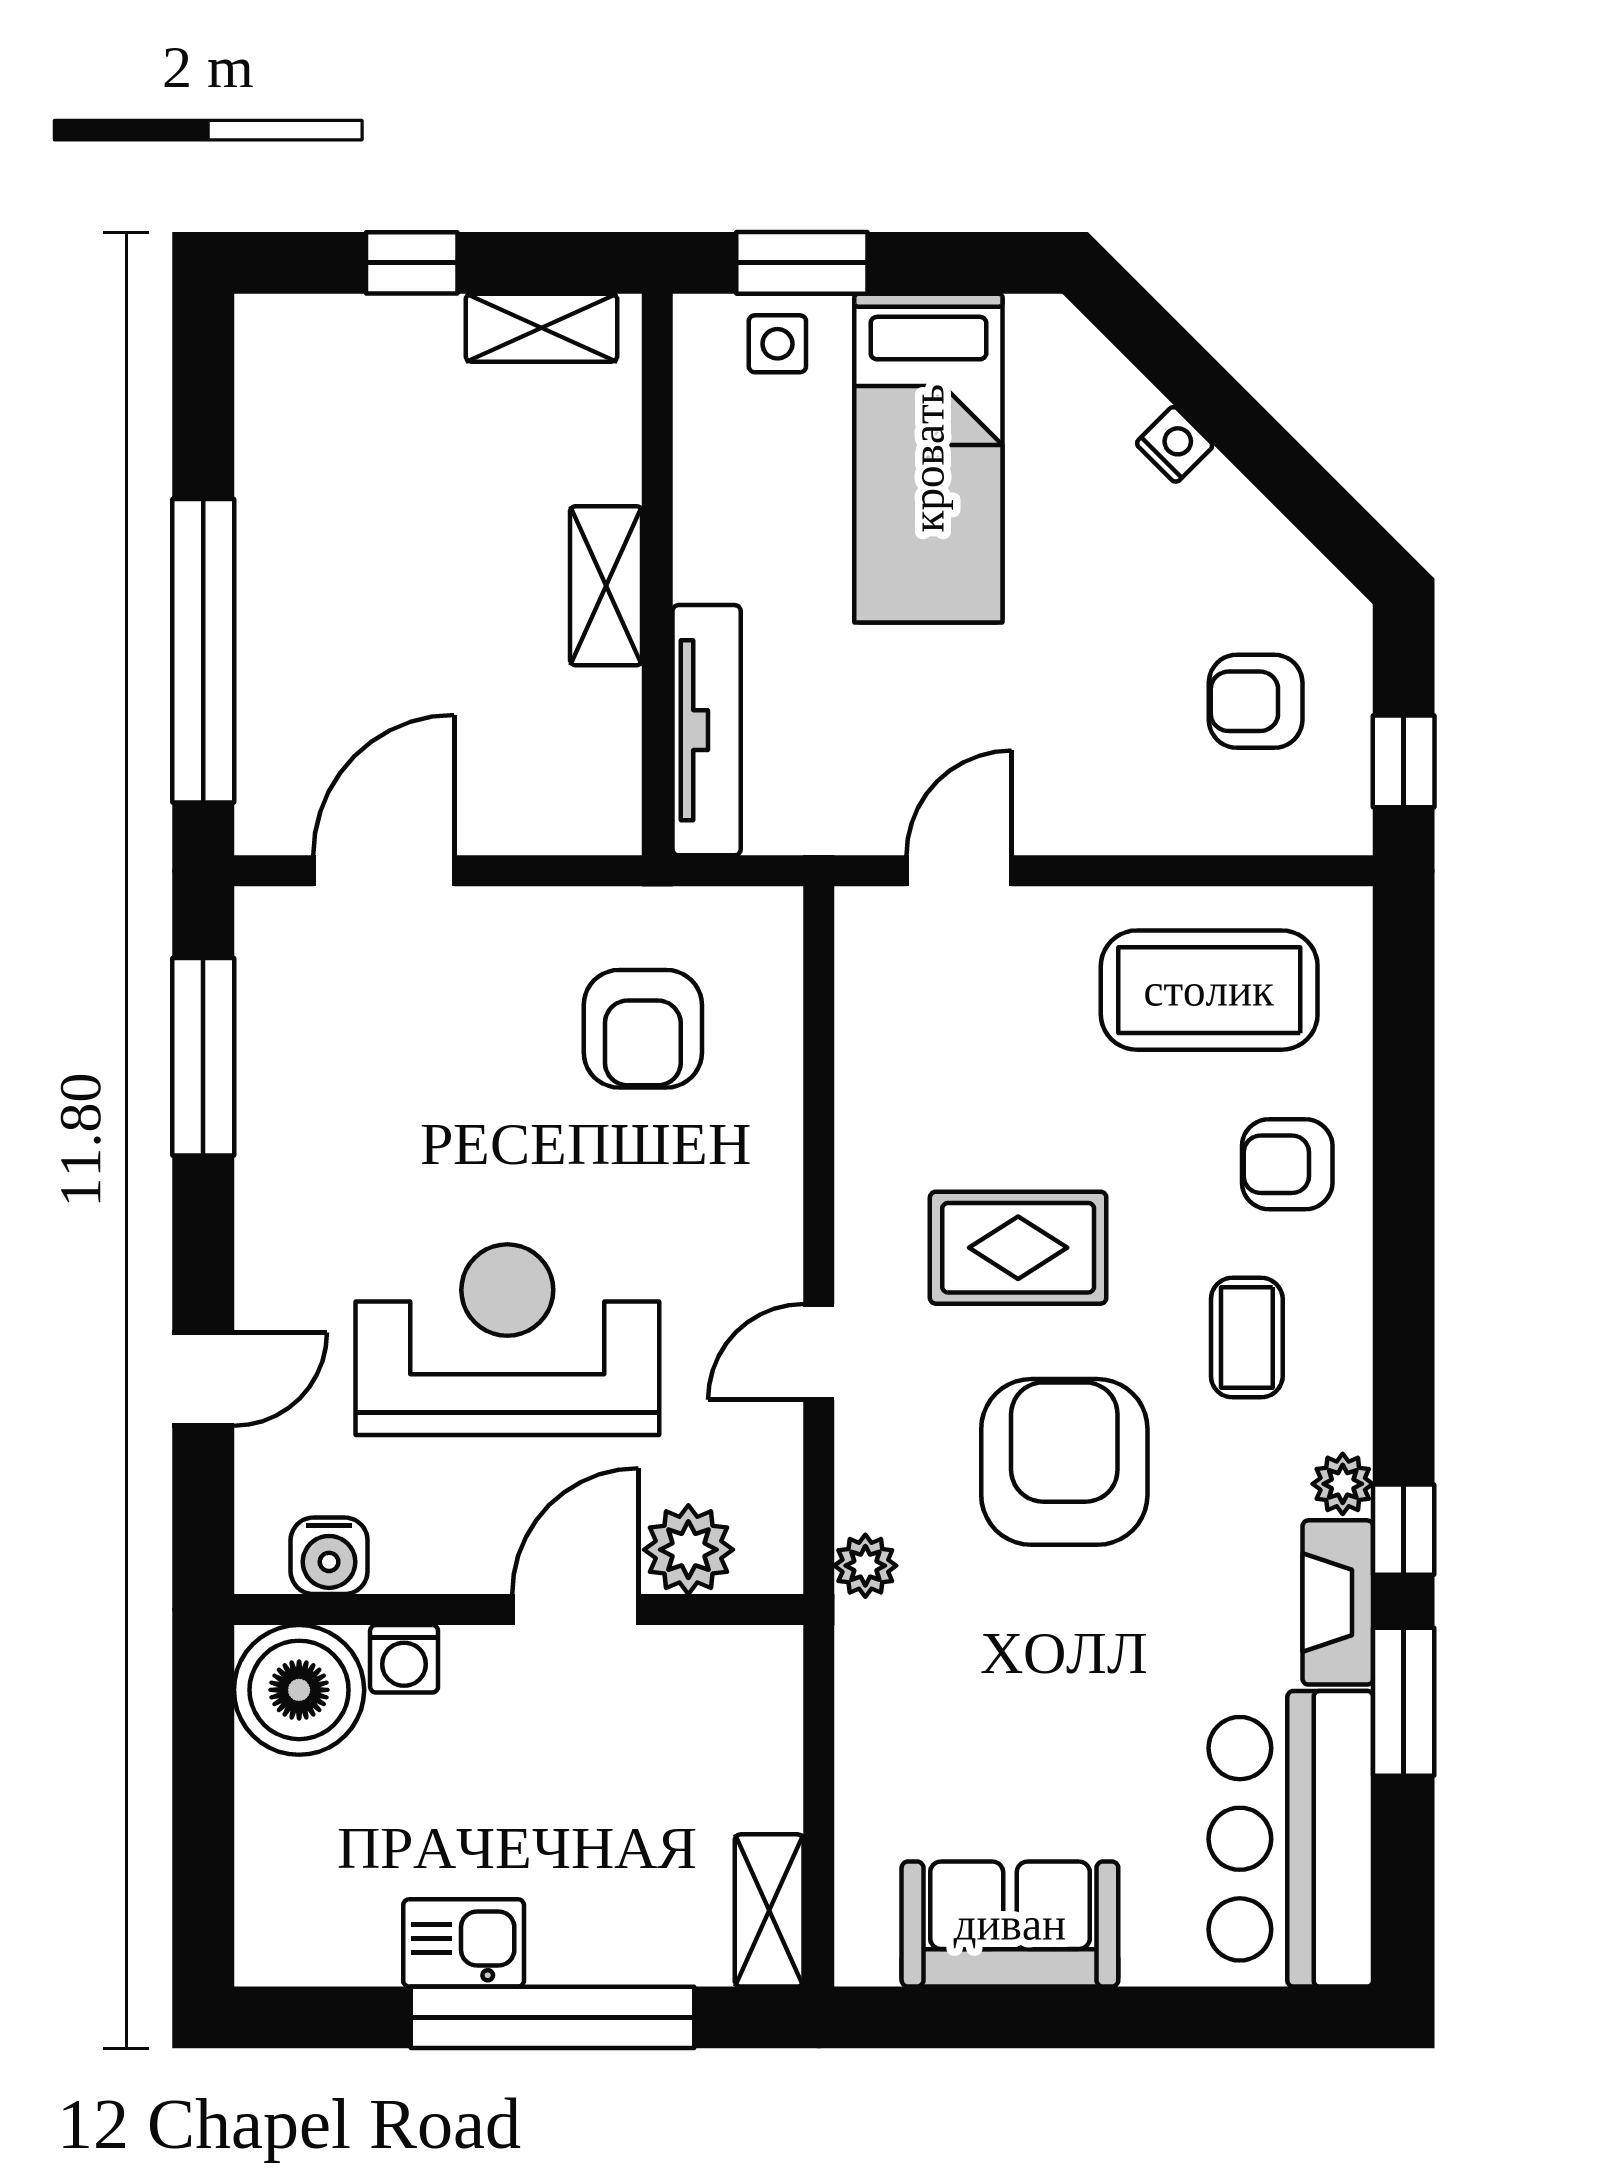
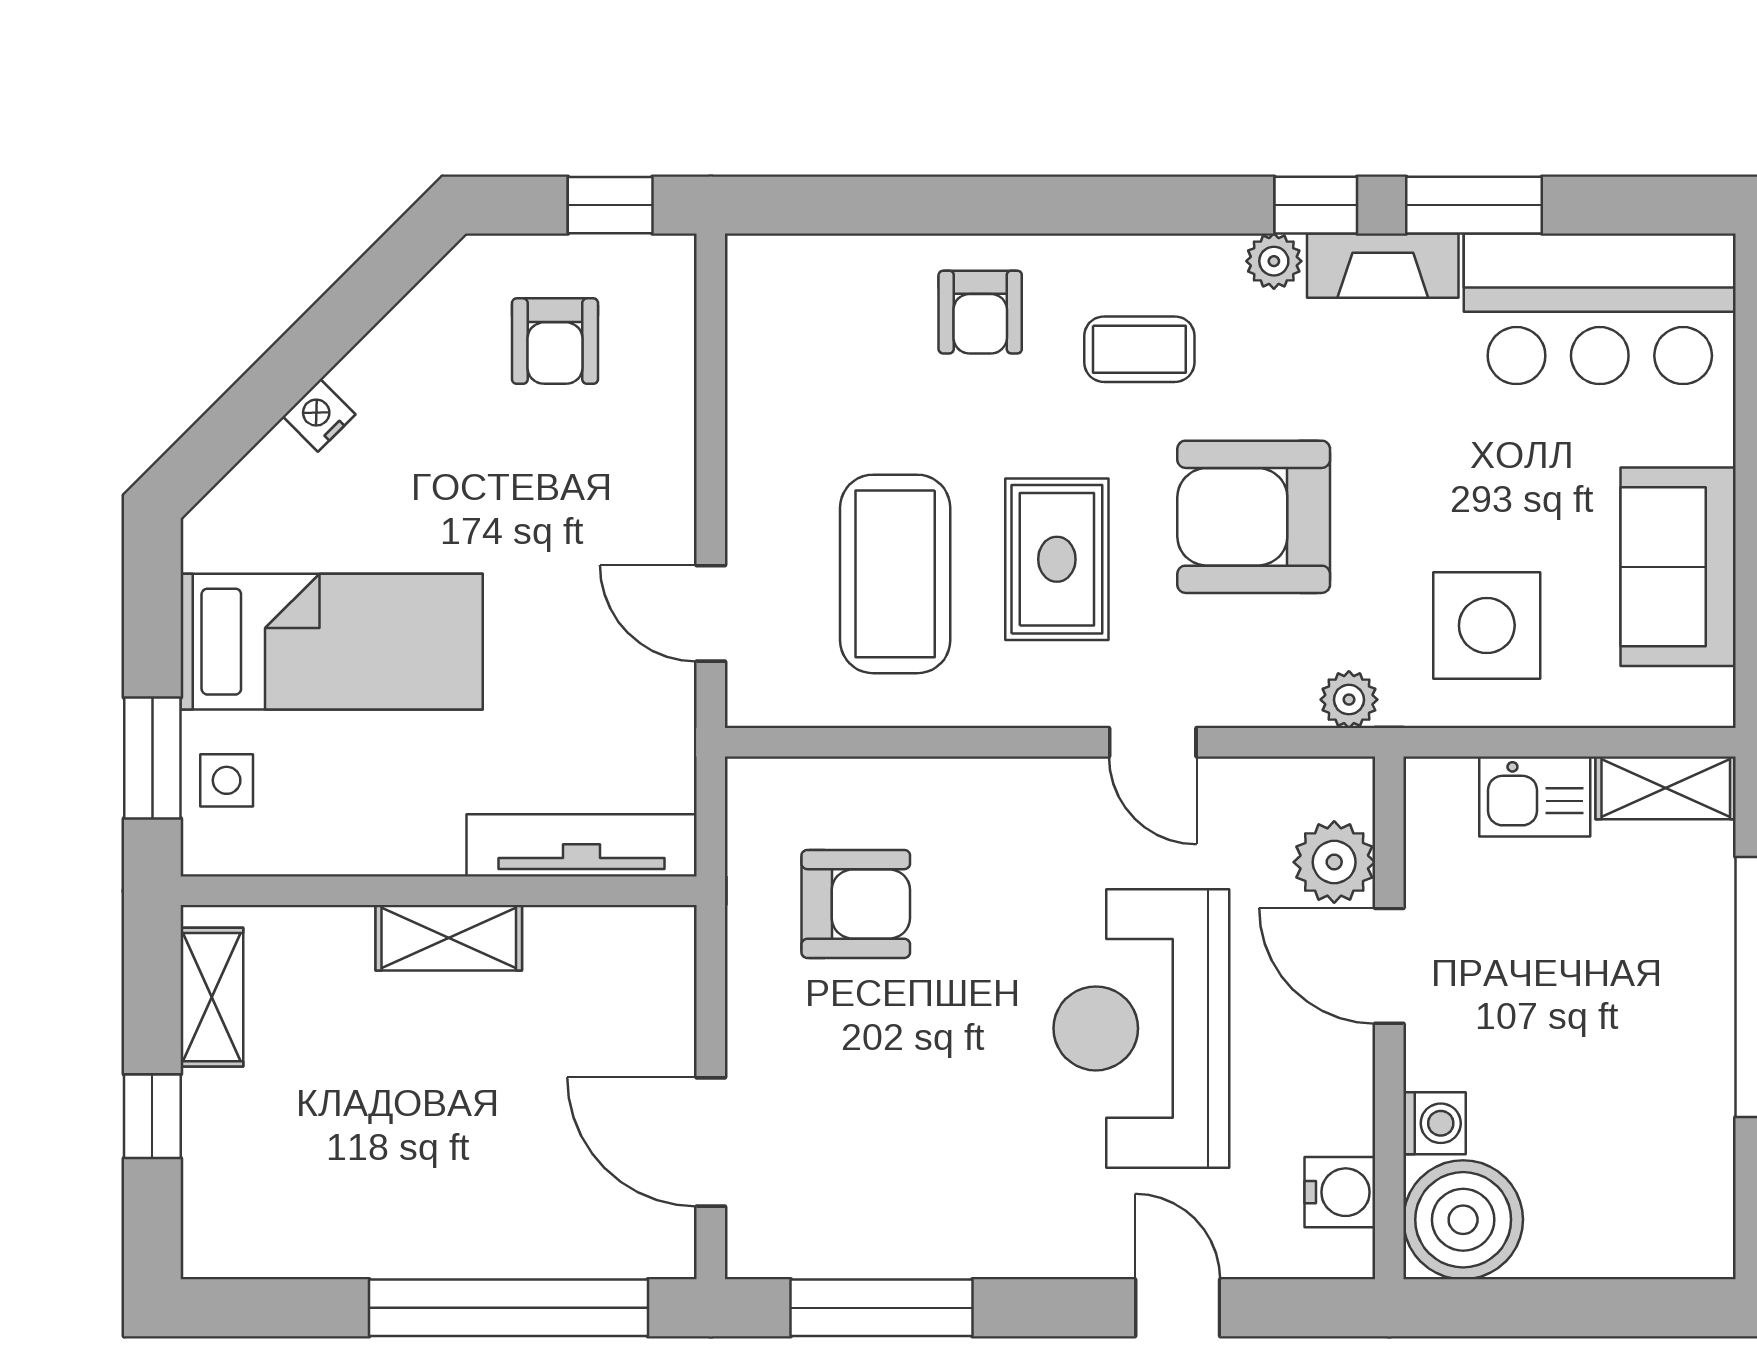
coffee table: (1209, 990) -> (895, 574), moved
side table: (946, 1716) -> (1487, 625), added
kitchen sink: (464, 1943) -> (1535, 797), moved, turned -90

